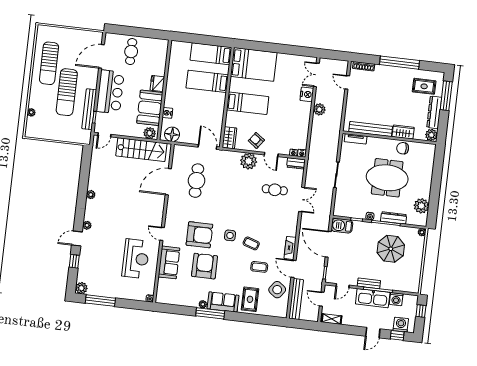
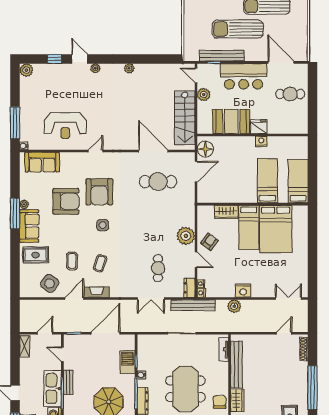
bed: (254, 64) -> (276, 229), moved
nightstand: (307, 94) -> (243, 291), moved
plant: (319, 109) -> (234, 306), moved
nightstand: (167, 113) -> (261, 141), moved
plant: (150, 133) -> (204, 95), moved
wardrobe: (229, 138) -> (226, 212), moved
door: (207, 147) -> (196, 172), moved
door: (271, 154) -> (196, 260), swing flipped
barbecue: (342, 226) -> (128, 362), moved
coffee table: (251, 243) -> (100, 263), moved
sofa: (169, 262) -> (42, 162), moved
bench: (296, 299) -> (193, 305), moved
window: (100, 301) -> (15, 123), moved

